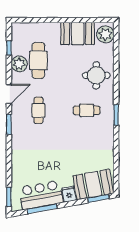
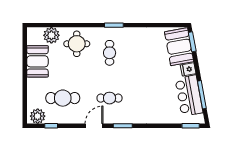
plant: (105, 34) -> (51, 35), moved
plant: (19, 64) -> (38, 116), moved
door: (9, 94) -> (94, 126), hinge flipped

